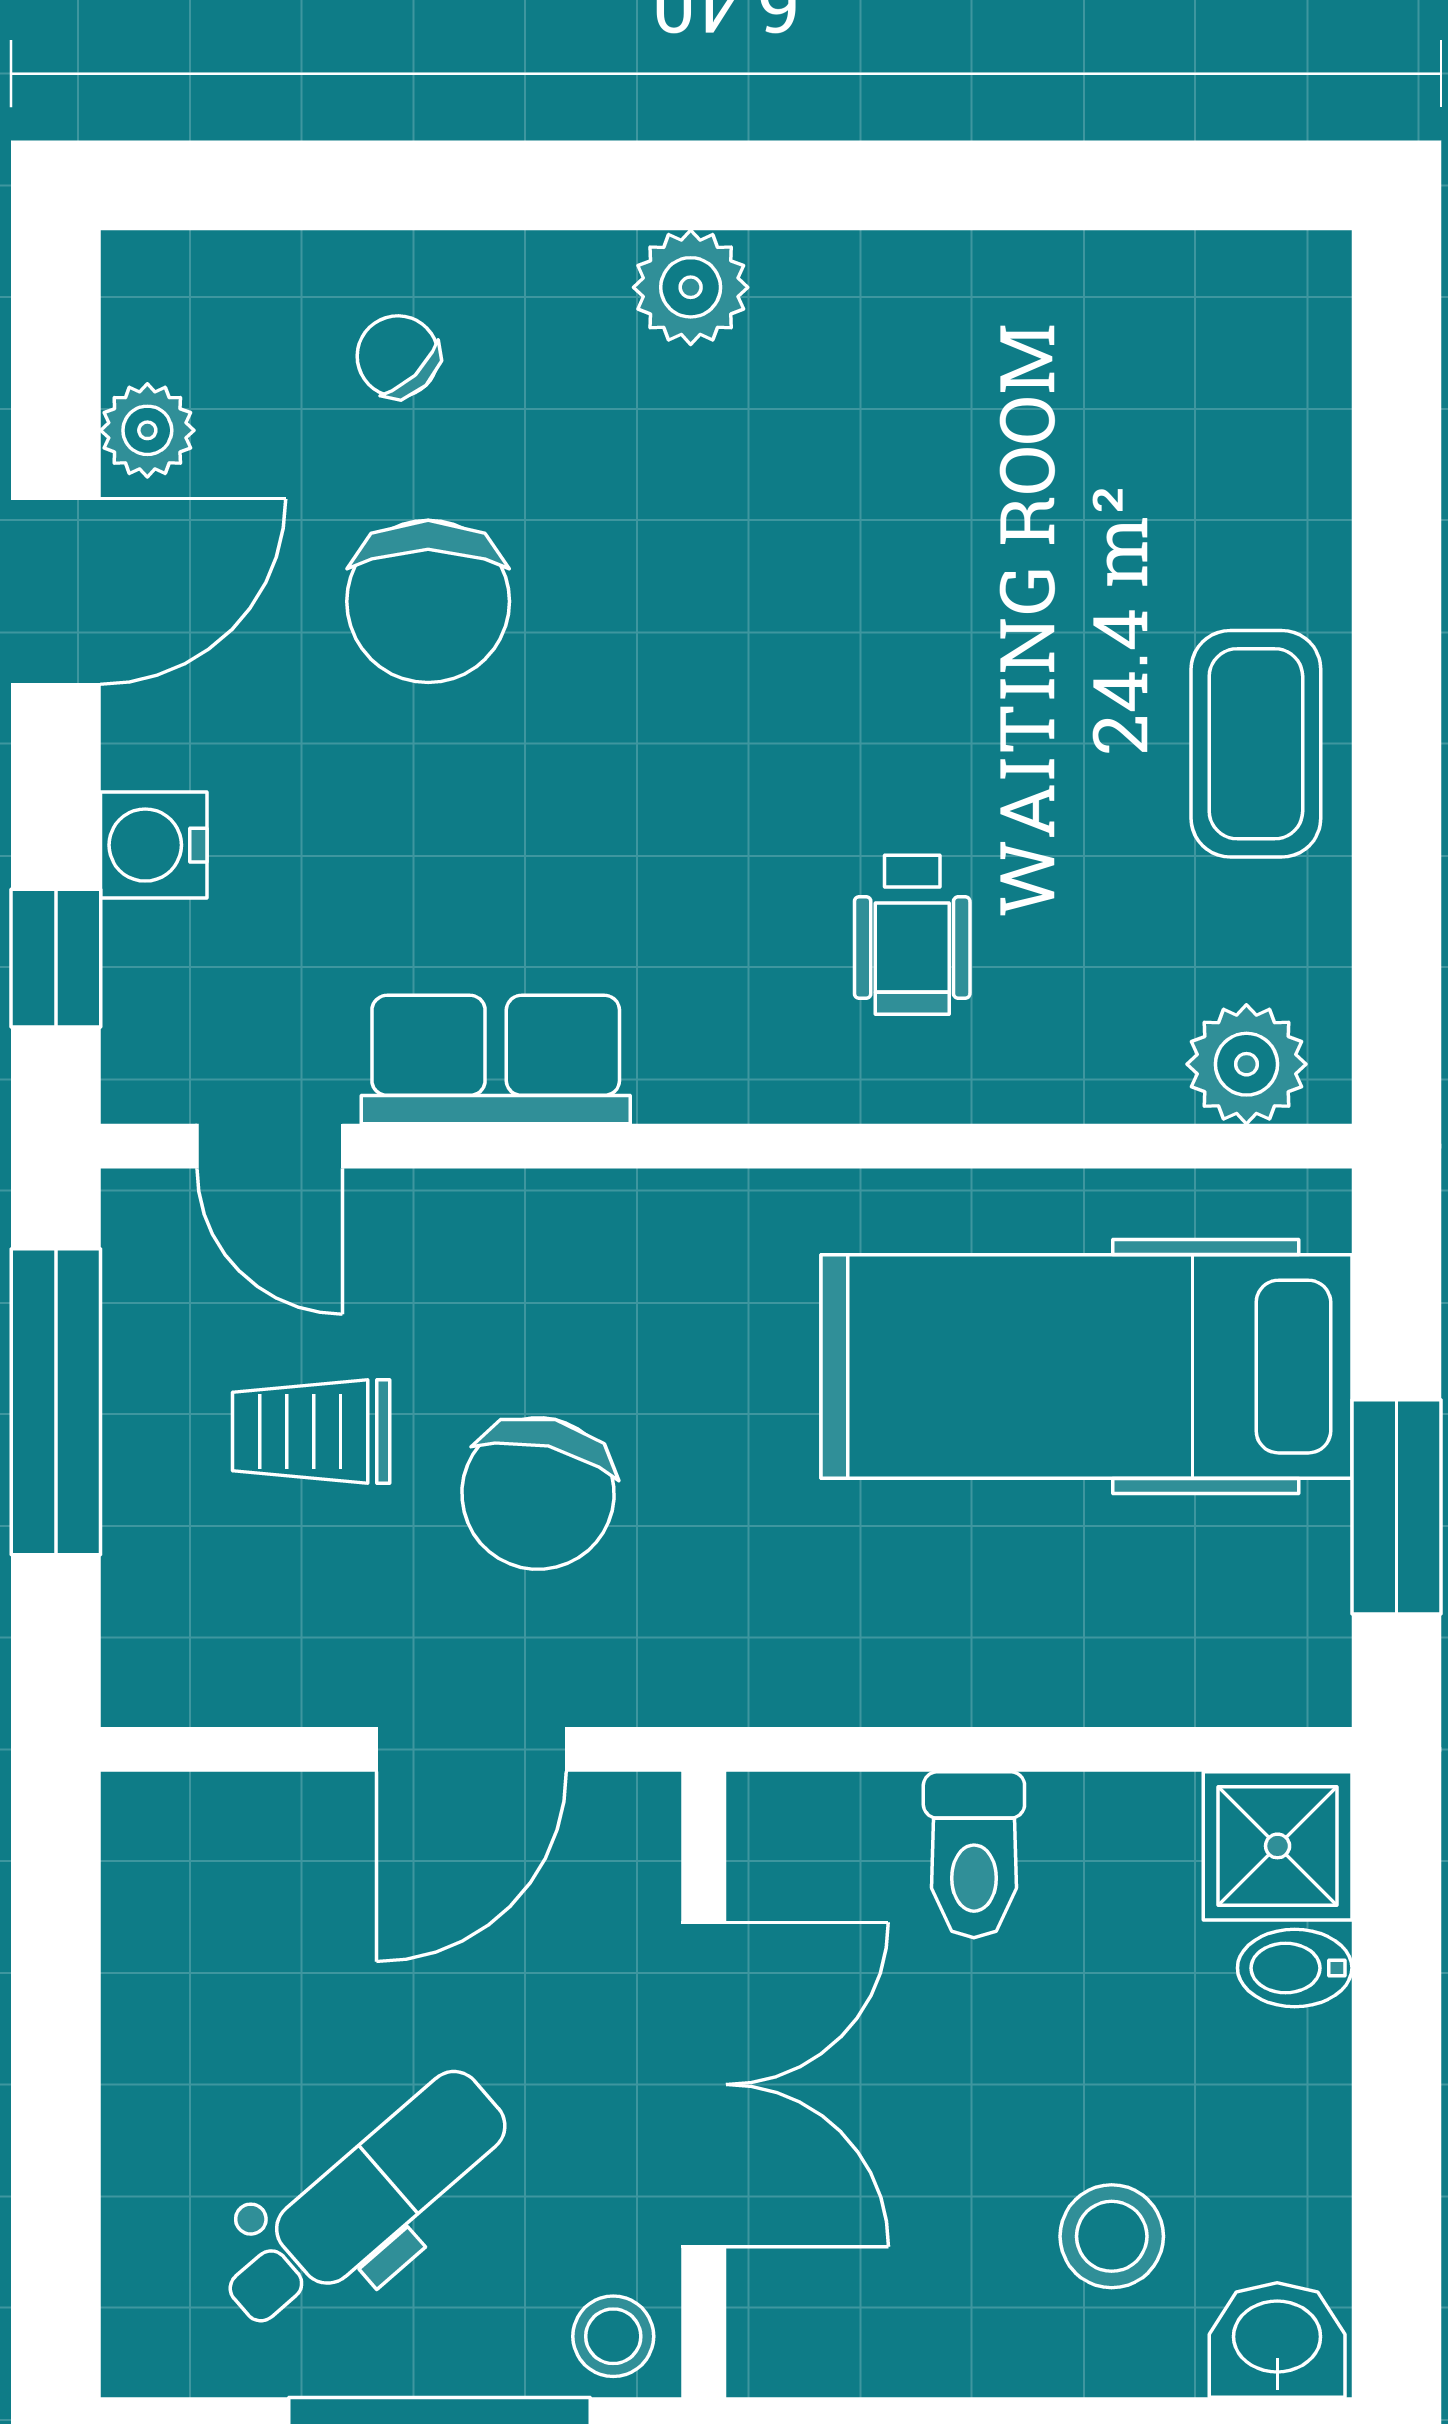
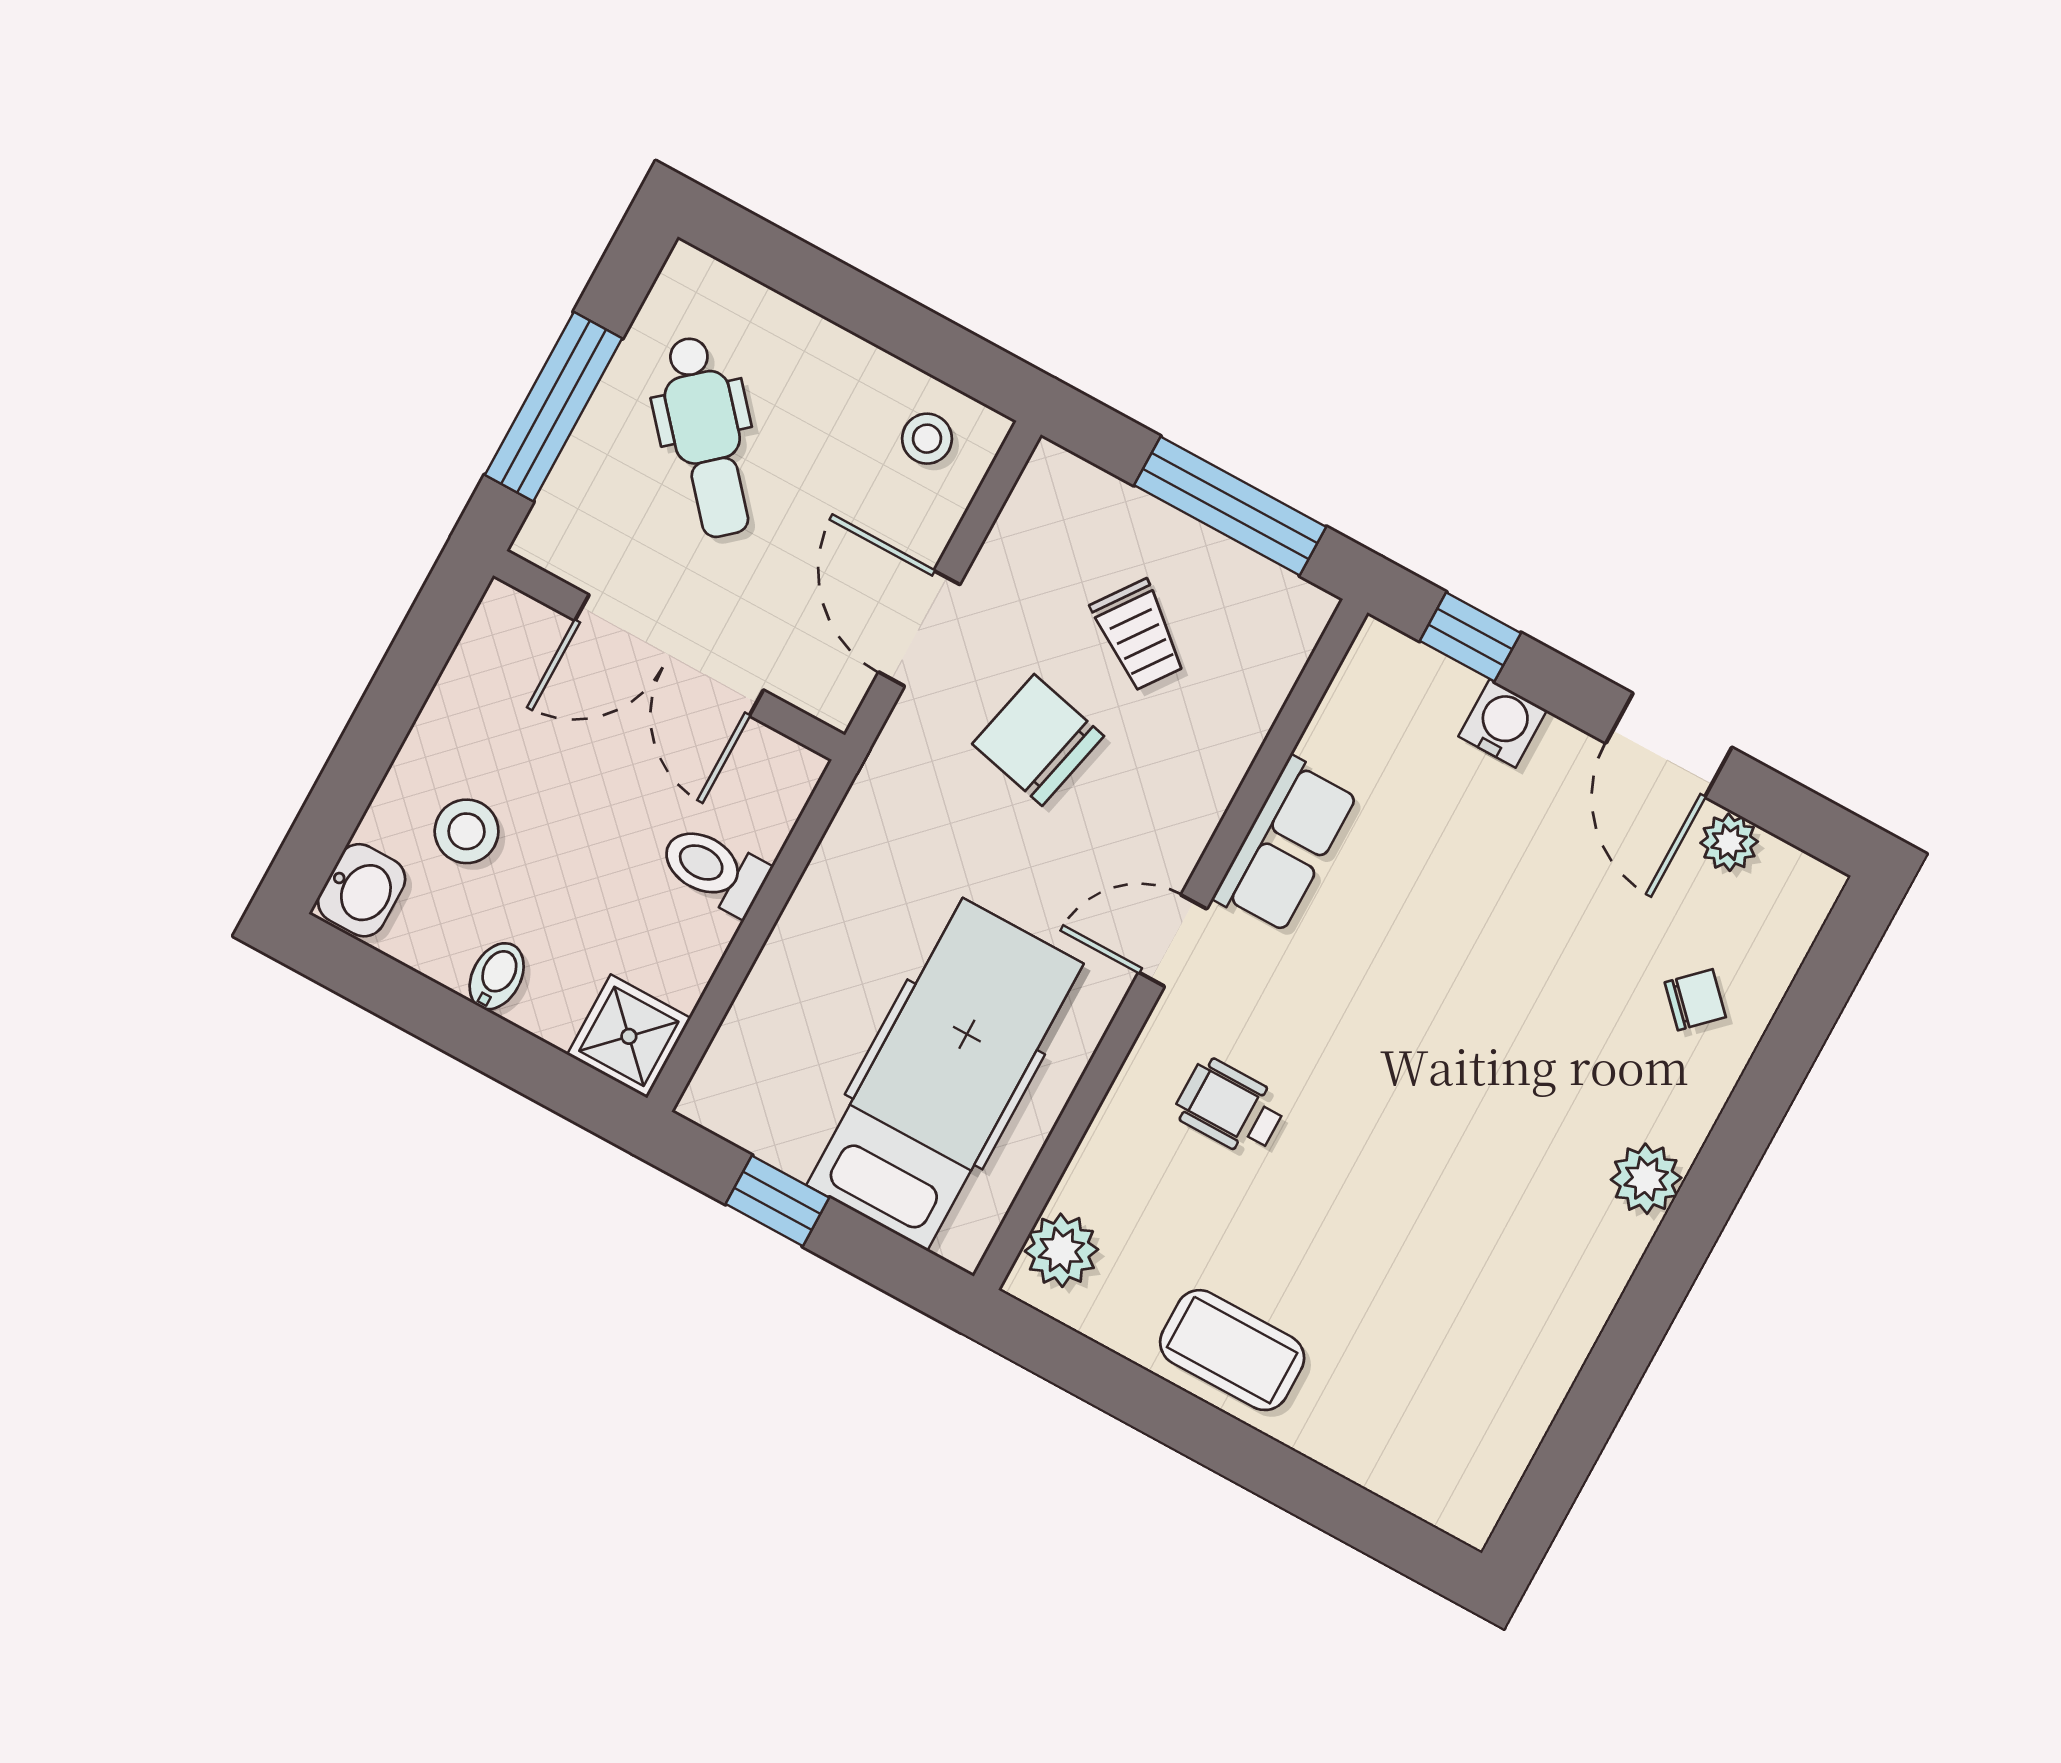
chair: (428, 601) -> (1554, 944), removed
door: (270, 1146) -> (1173, 941), moved
trolley: (311, 1432) -> (1139, 635), turned 126
window: (1396, 1507) -> (777, 1201), width x0.67
bidet: (1295, 1968) -> (497, 976), moved
stool: (613, 2336) -> (927, 439), moved

